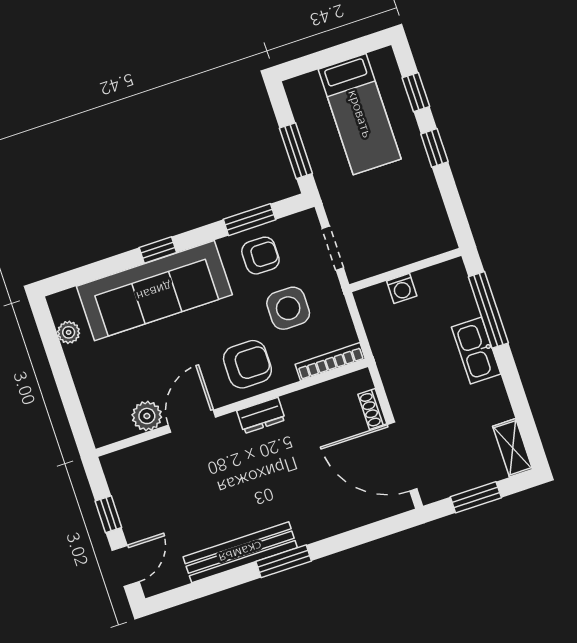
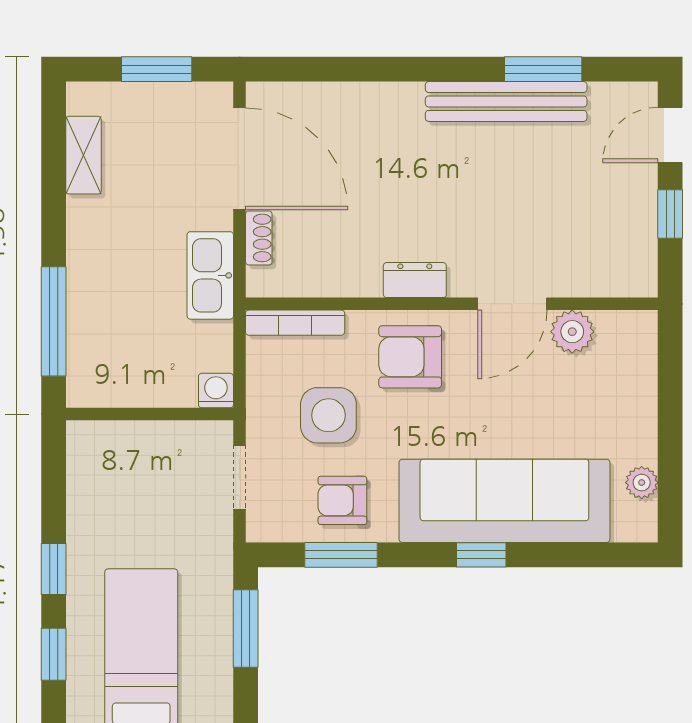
washing machine: (402, 288) -> (216, 391), moved
kitchen sink: (476, 351) -> (210, 275), moved, turned 180
shelving: (513, 448) -> (84, 155), moved
window: (284, 561) -> (543, 69), moved

